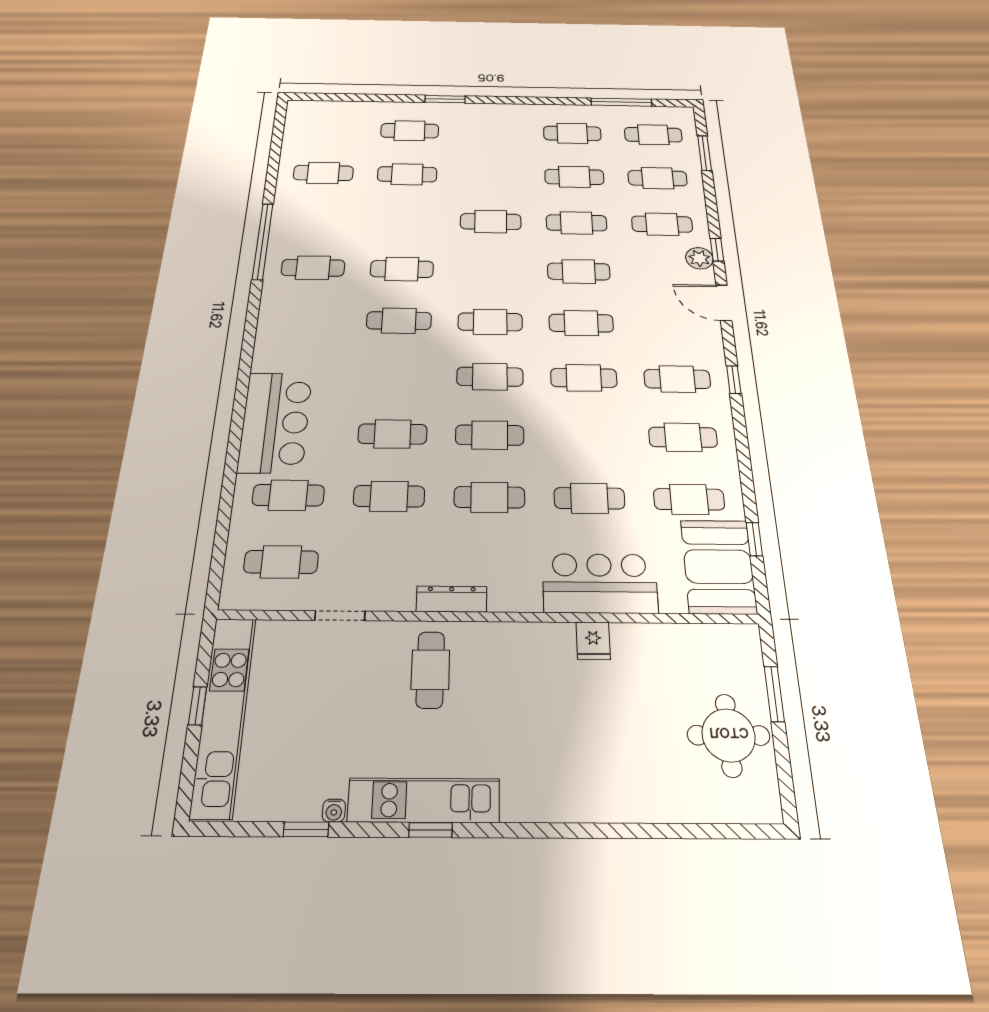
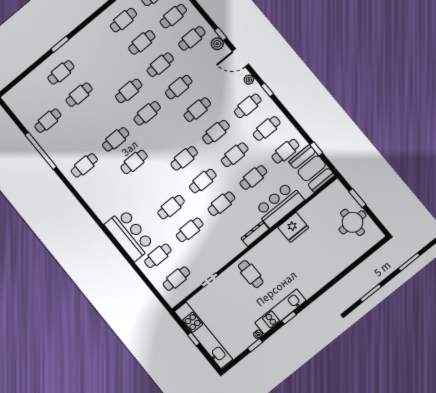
window: (263, 241) -> (41, 151), moved
cafe table: (490, 322) -> (147, 113), moved
plant: (712, 343) -> (249, 80), added
cafe table: (586, 436) -> (235, 155), added
dresser: (452, 599) -> (255, 234), moved
fridge: (593, 641) -> (293, 227), width x1.88, depth x1.34

